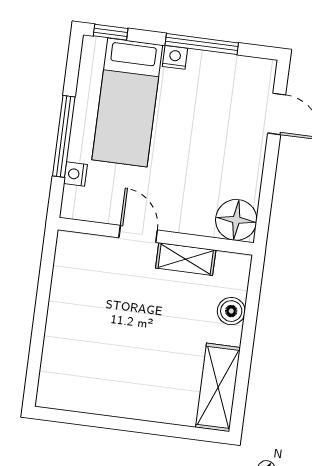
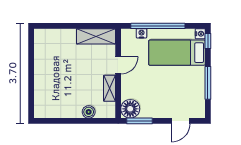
nightstand: (175, 57) -> (200, 34), moved
window: (64, 136) -> (158, 26), width x1.46
window: (265, 203) -> (140, 121), added
shelving: (218, 387) -> (96, 36), moved

